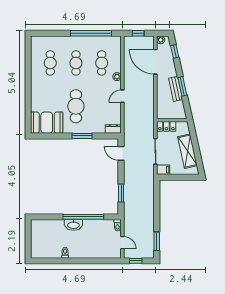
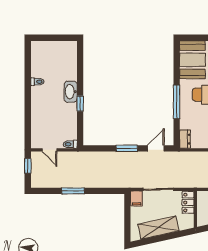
window: (82, 136) -> (177, 102), width x1.44
window: (121, 193) -> (127, 148), moved
window: (83, 217) -> (80, 103), width x0.32
window: (157, 241) -> (73, 191), moved
door: (122, 243) -> (50, 150), hinge flipped

